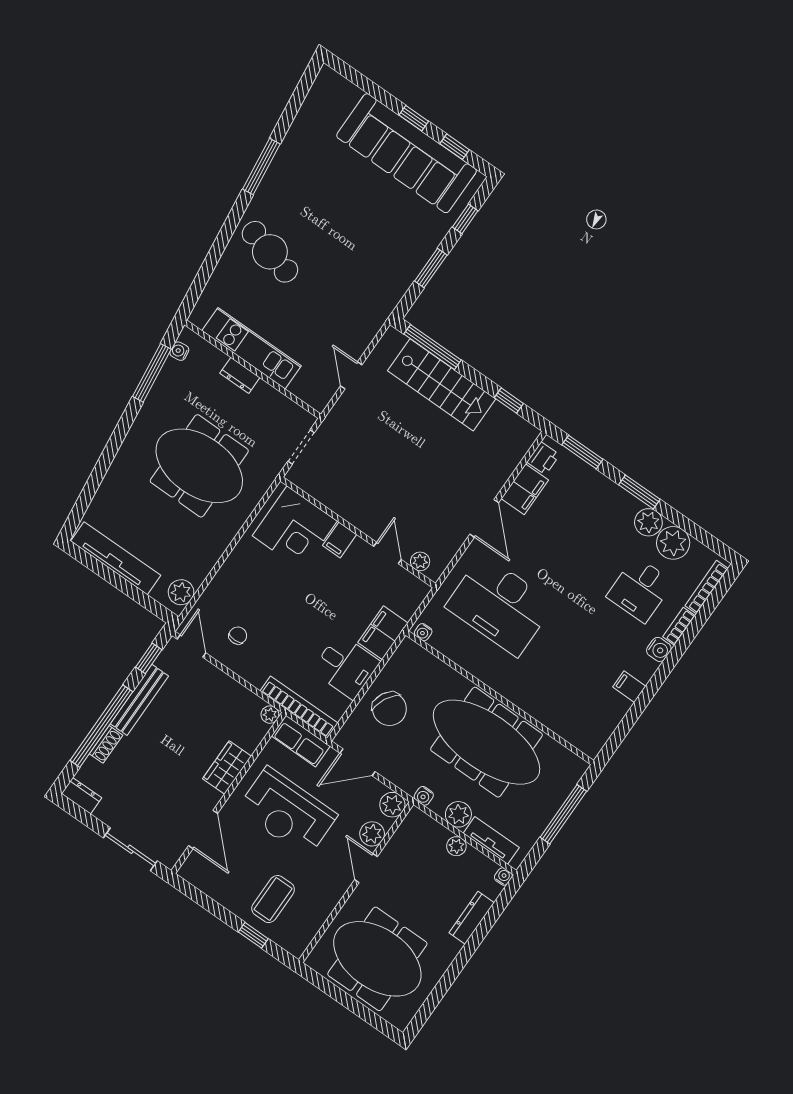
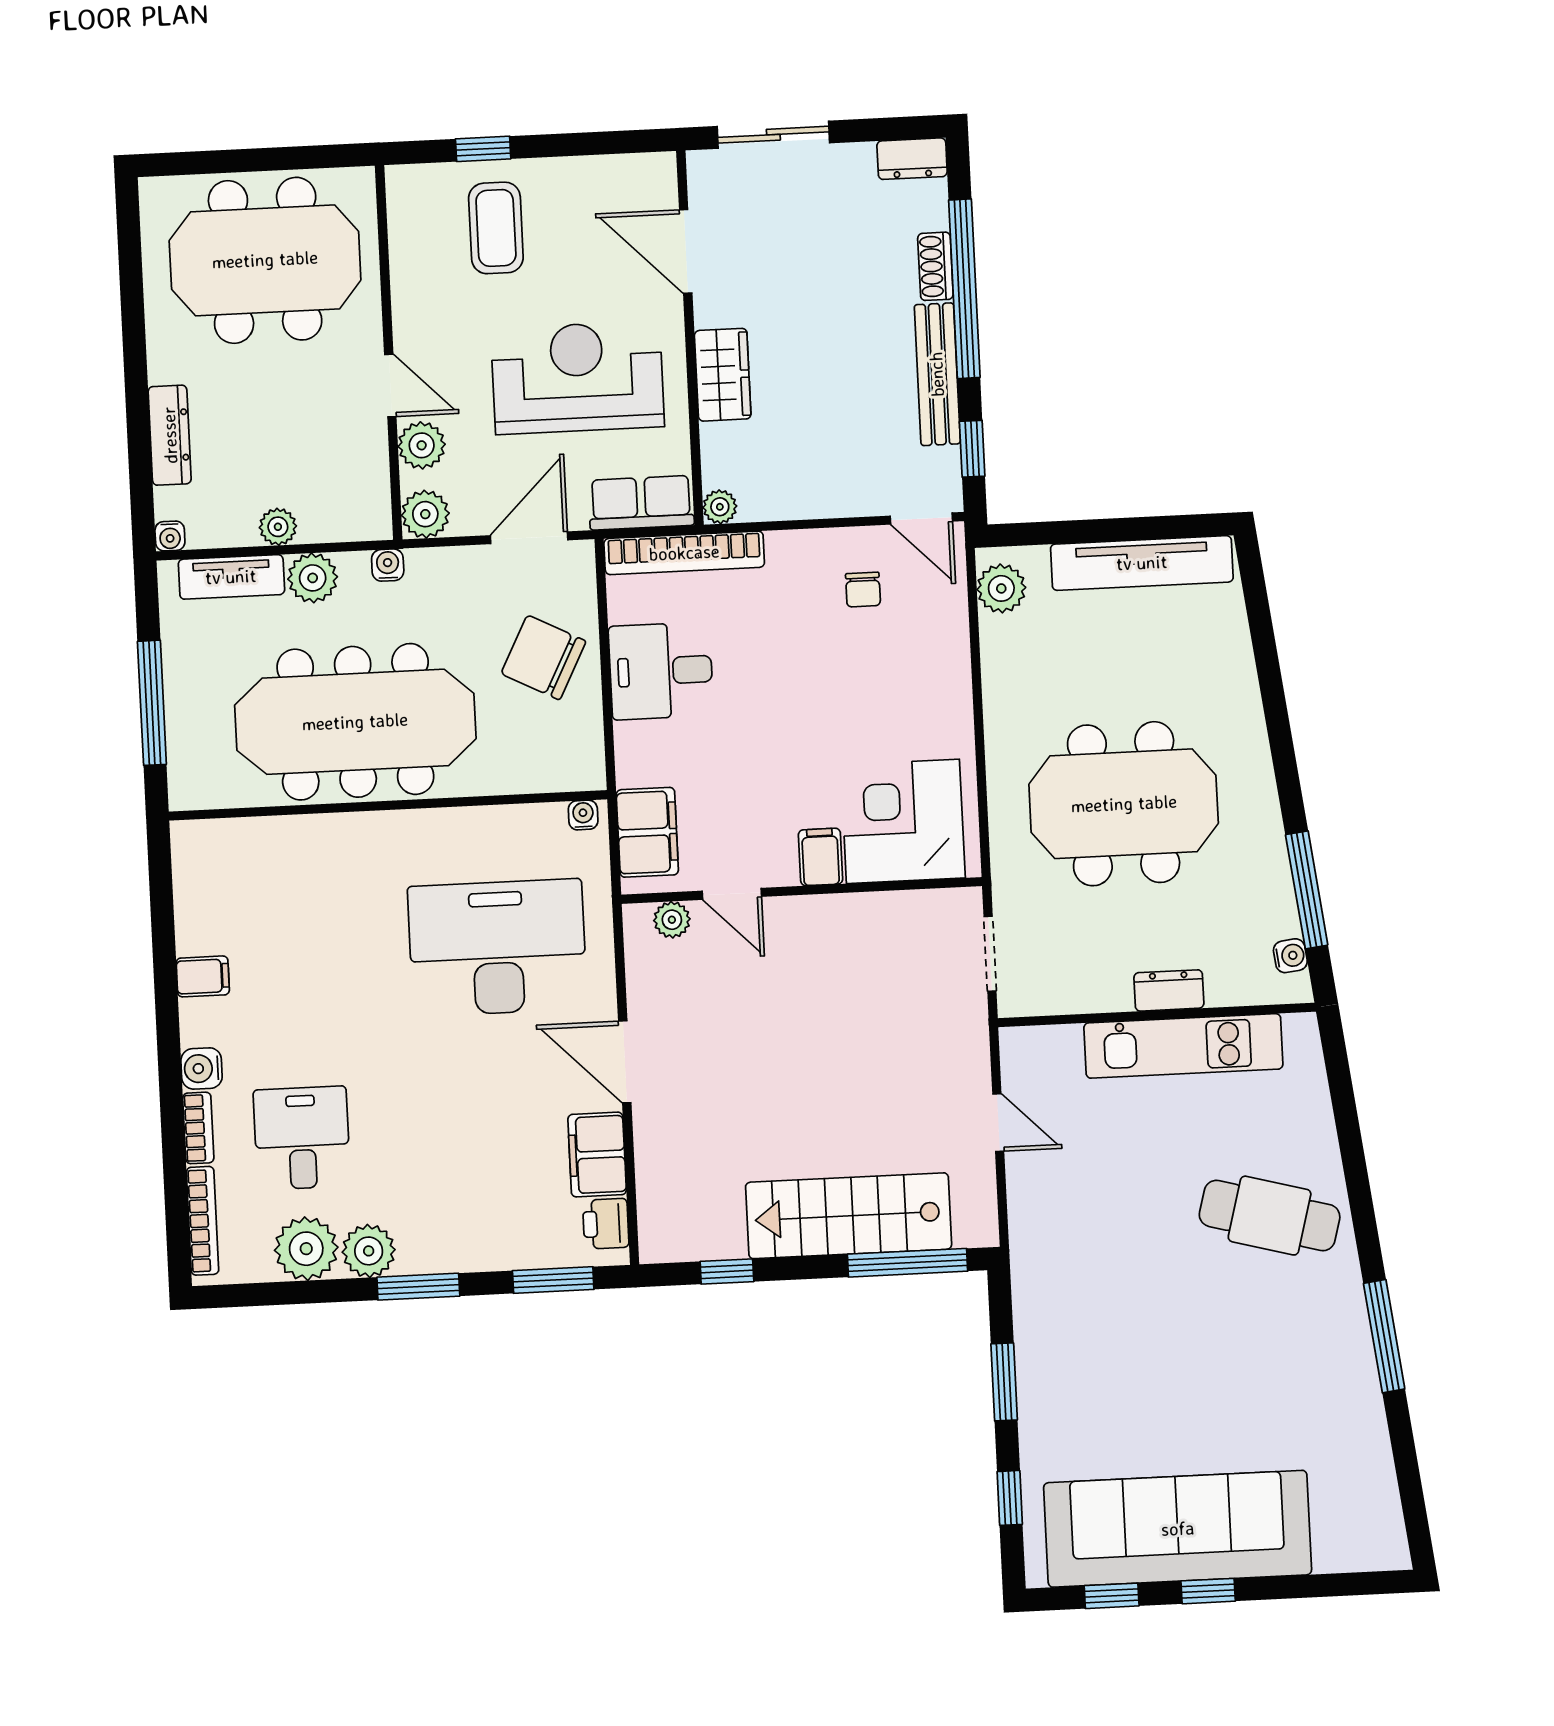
filing cabinet: (383, 633) -> (647, 832), moved

